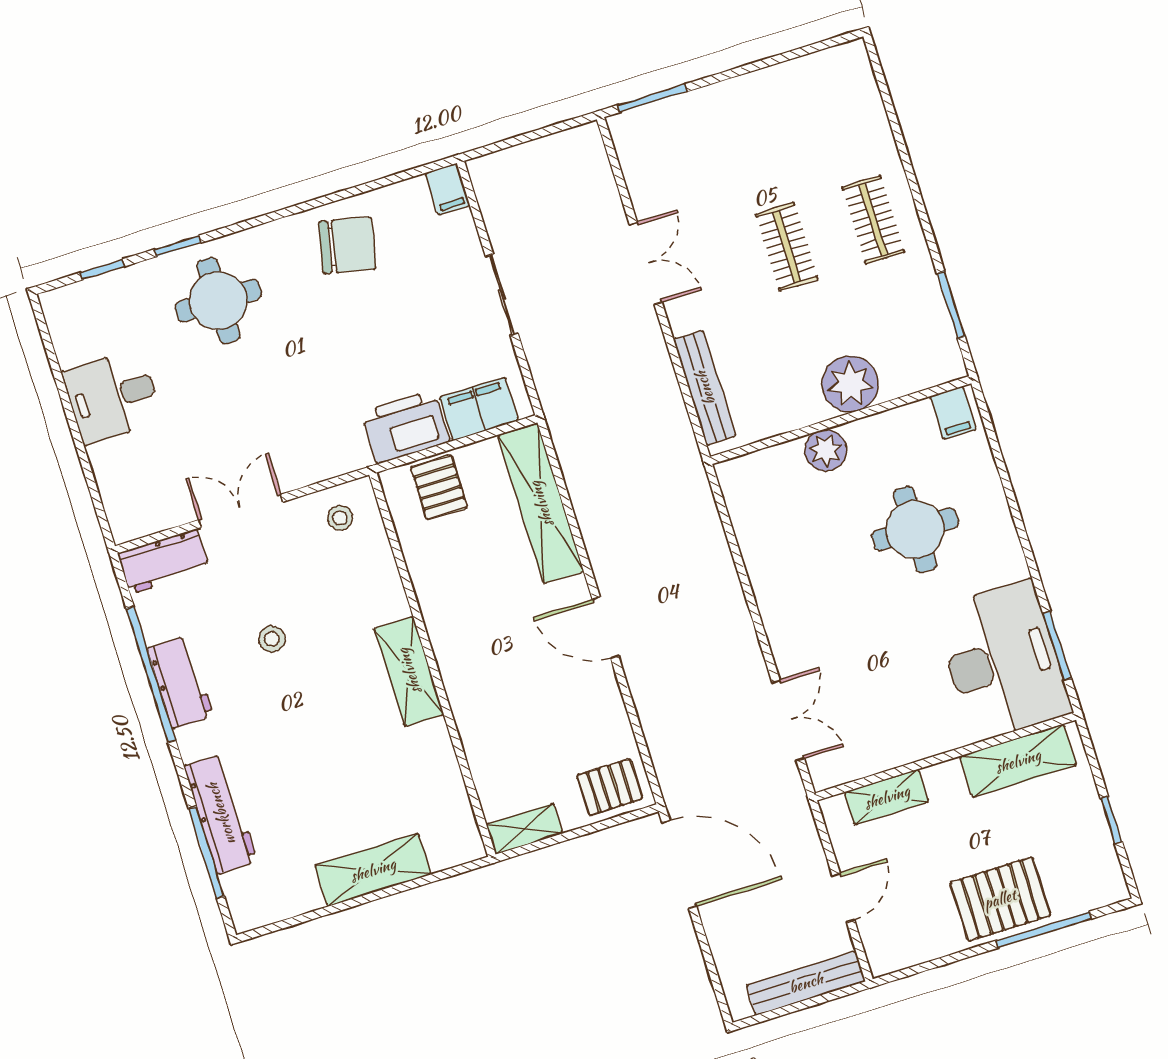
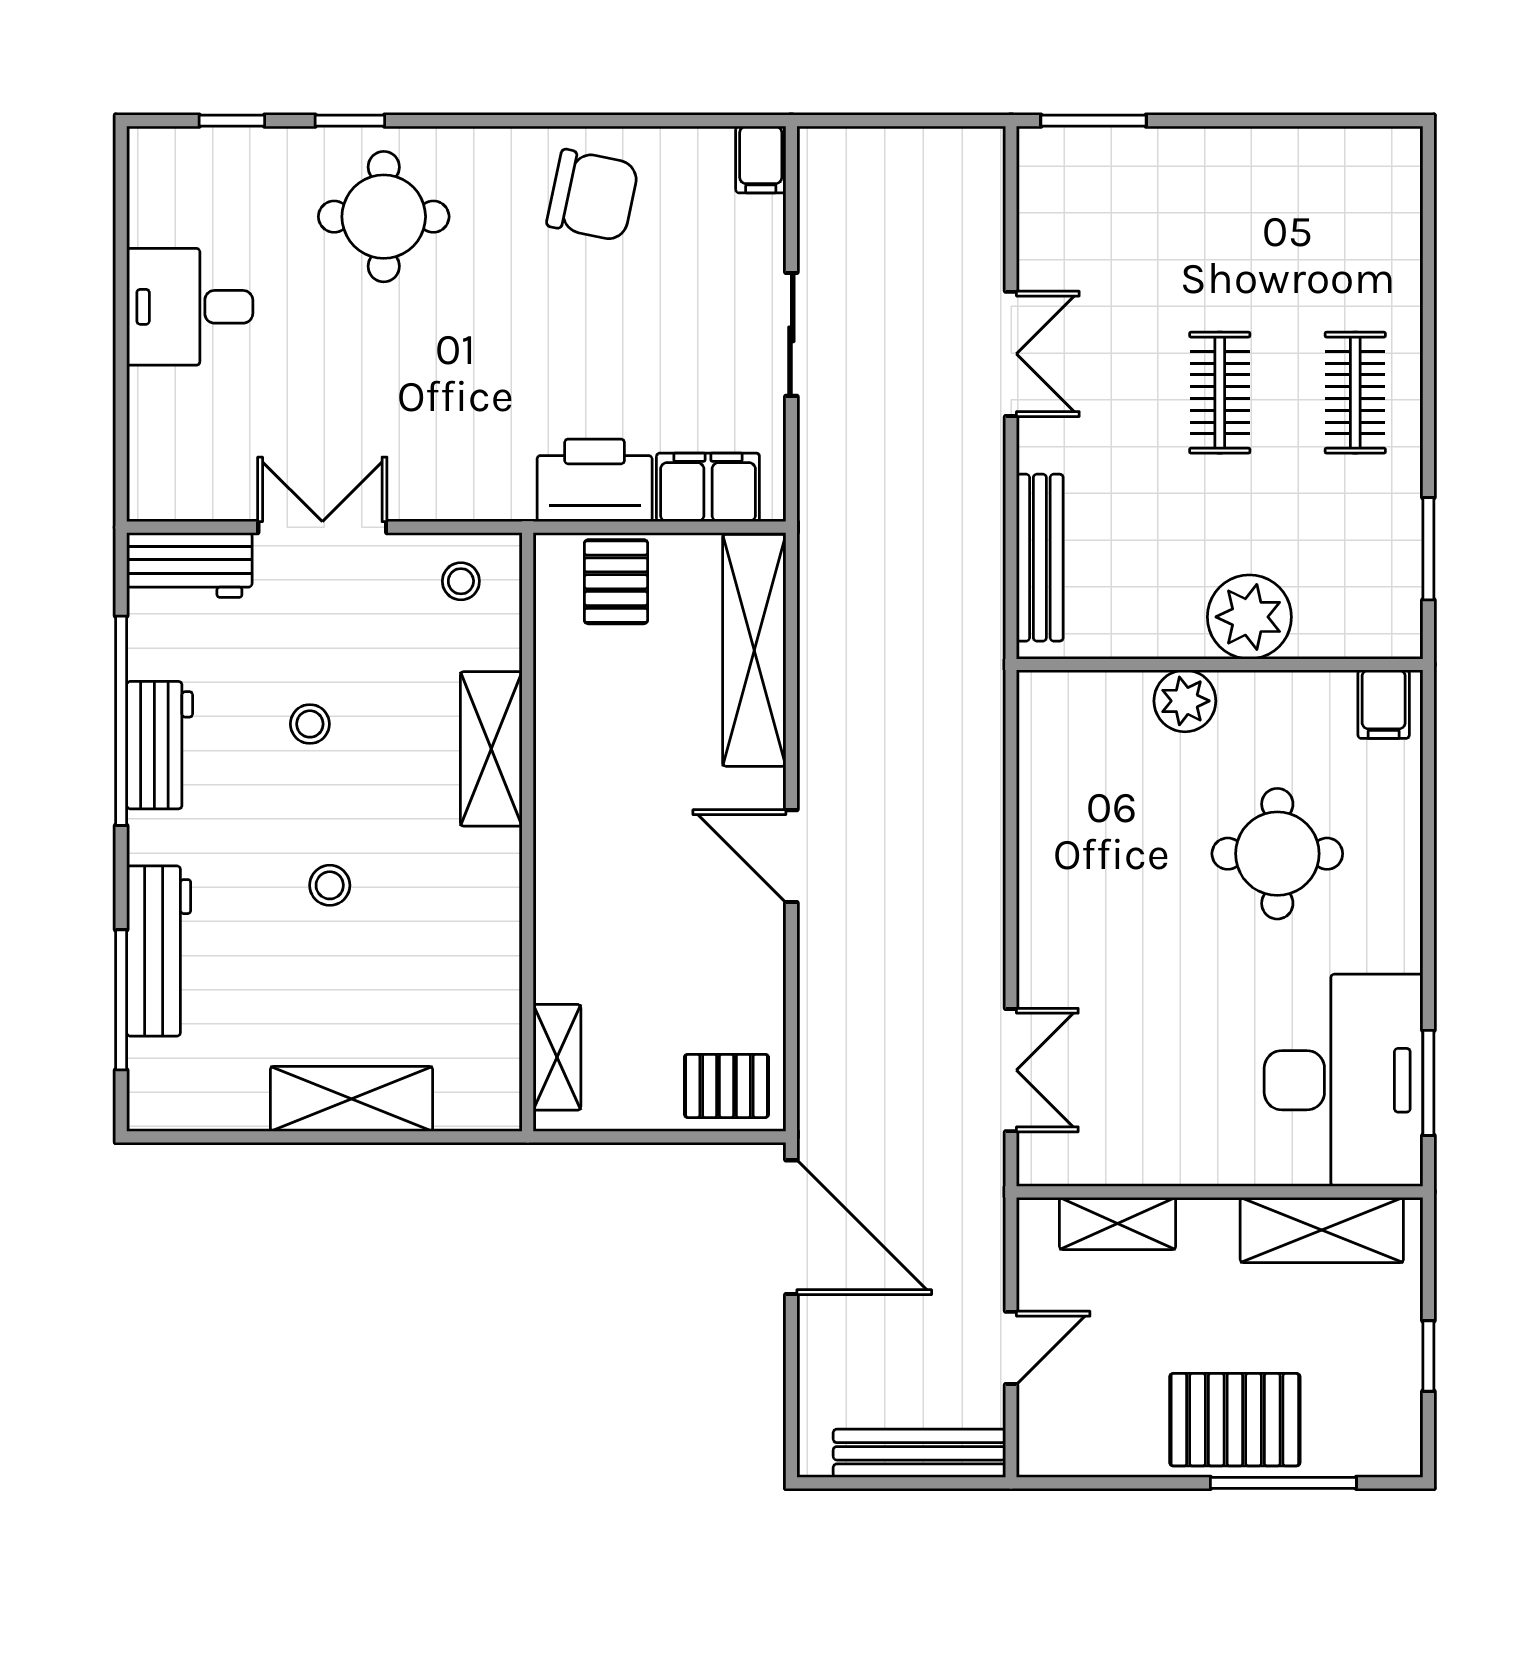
shelving: (409, 671) -> (491, 749), moved
stool: (317, 738) -> (330, 885), added
shelving: (524, 829) -> (557, 1057), moved, turned 90

